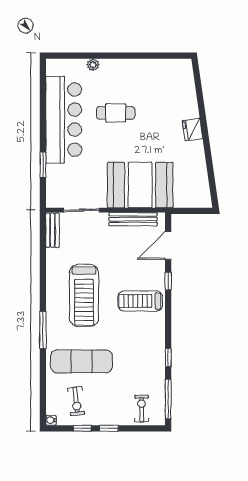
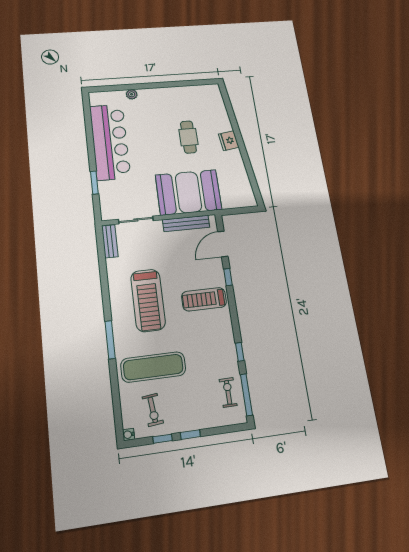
cafe table: (116, 113) -> (188, 137), moved, turned 90
exercise bike: (142, 408) -> (228, 392), moved

